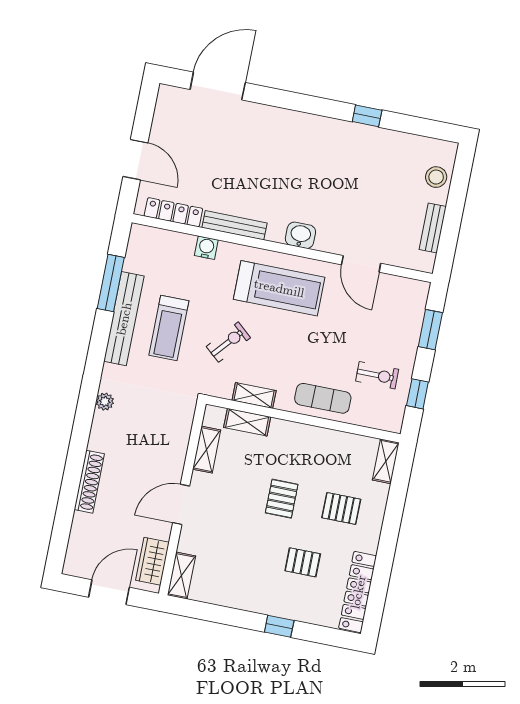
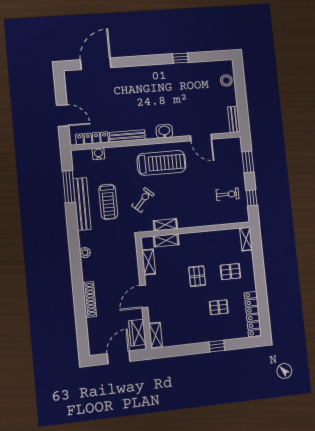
bench: (433, 228) -> (234, 119), moved
water cooler: (206, 248) -> (98, 154), moved
exercise mat: (323, 398) -> (203, 215), removed

